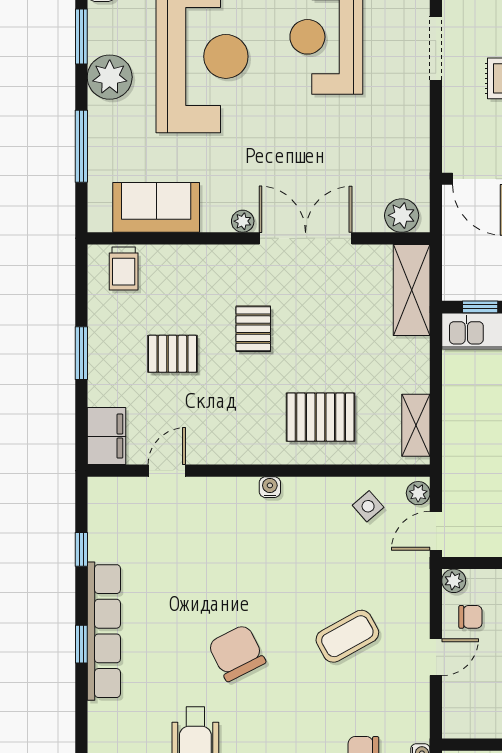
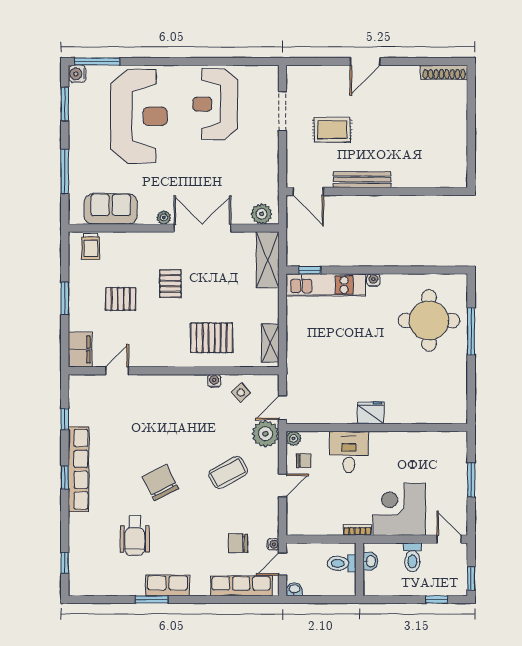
plant: (110, 77) -> (82, 129), removed
water cooler: (270, 487) -> (214, 381), moved
plant: (418, 493) -> (265, 434), moved, width x1.87, depth x1.87

